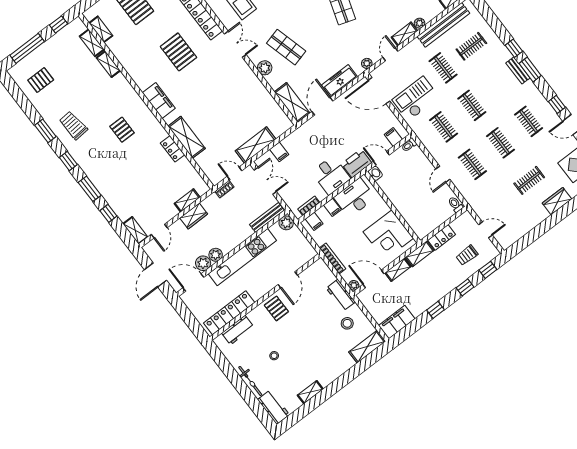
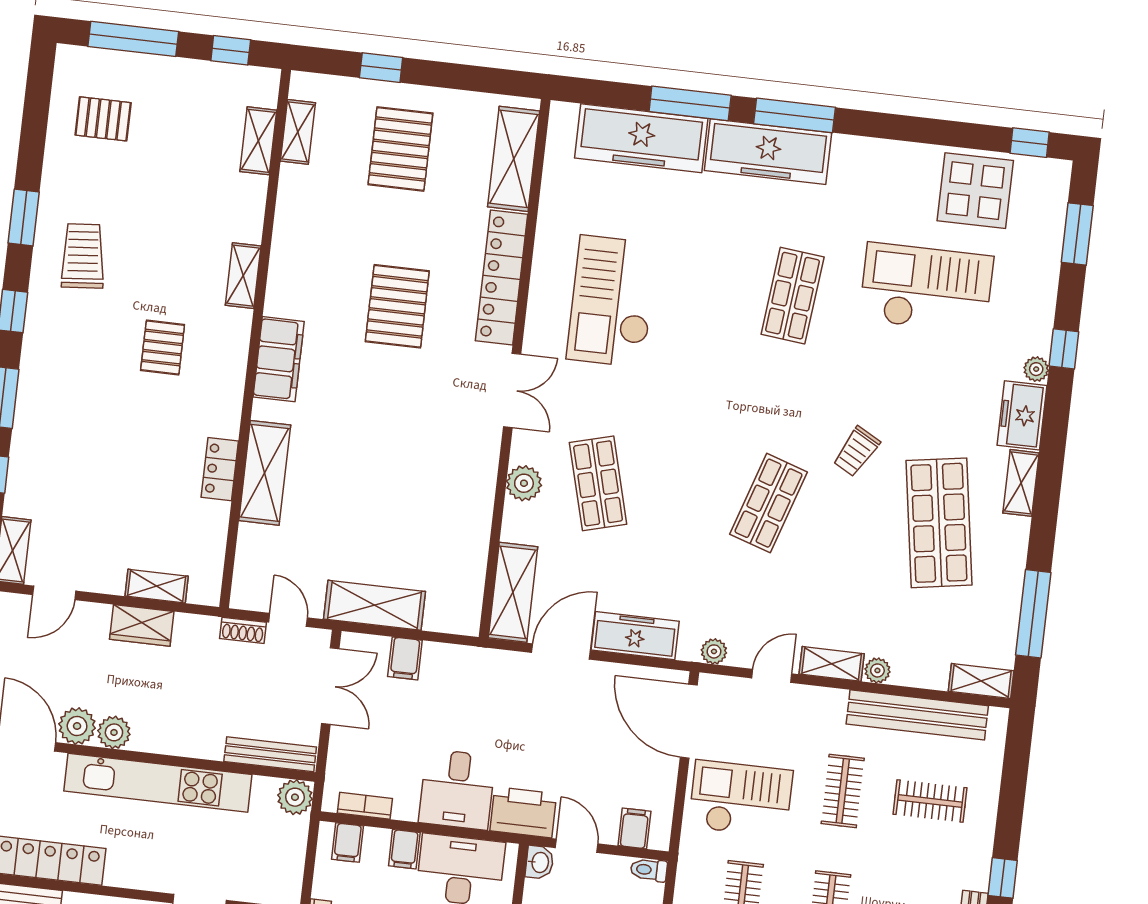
shelving: (108, 64) -> (243, 276), moved

